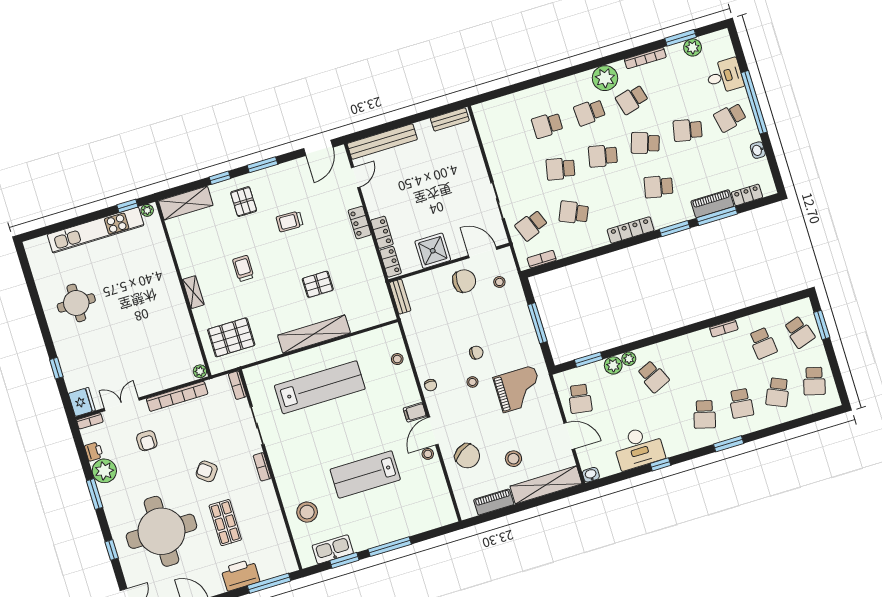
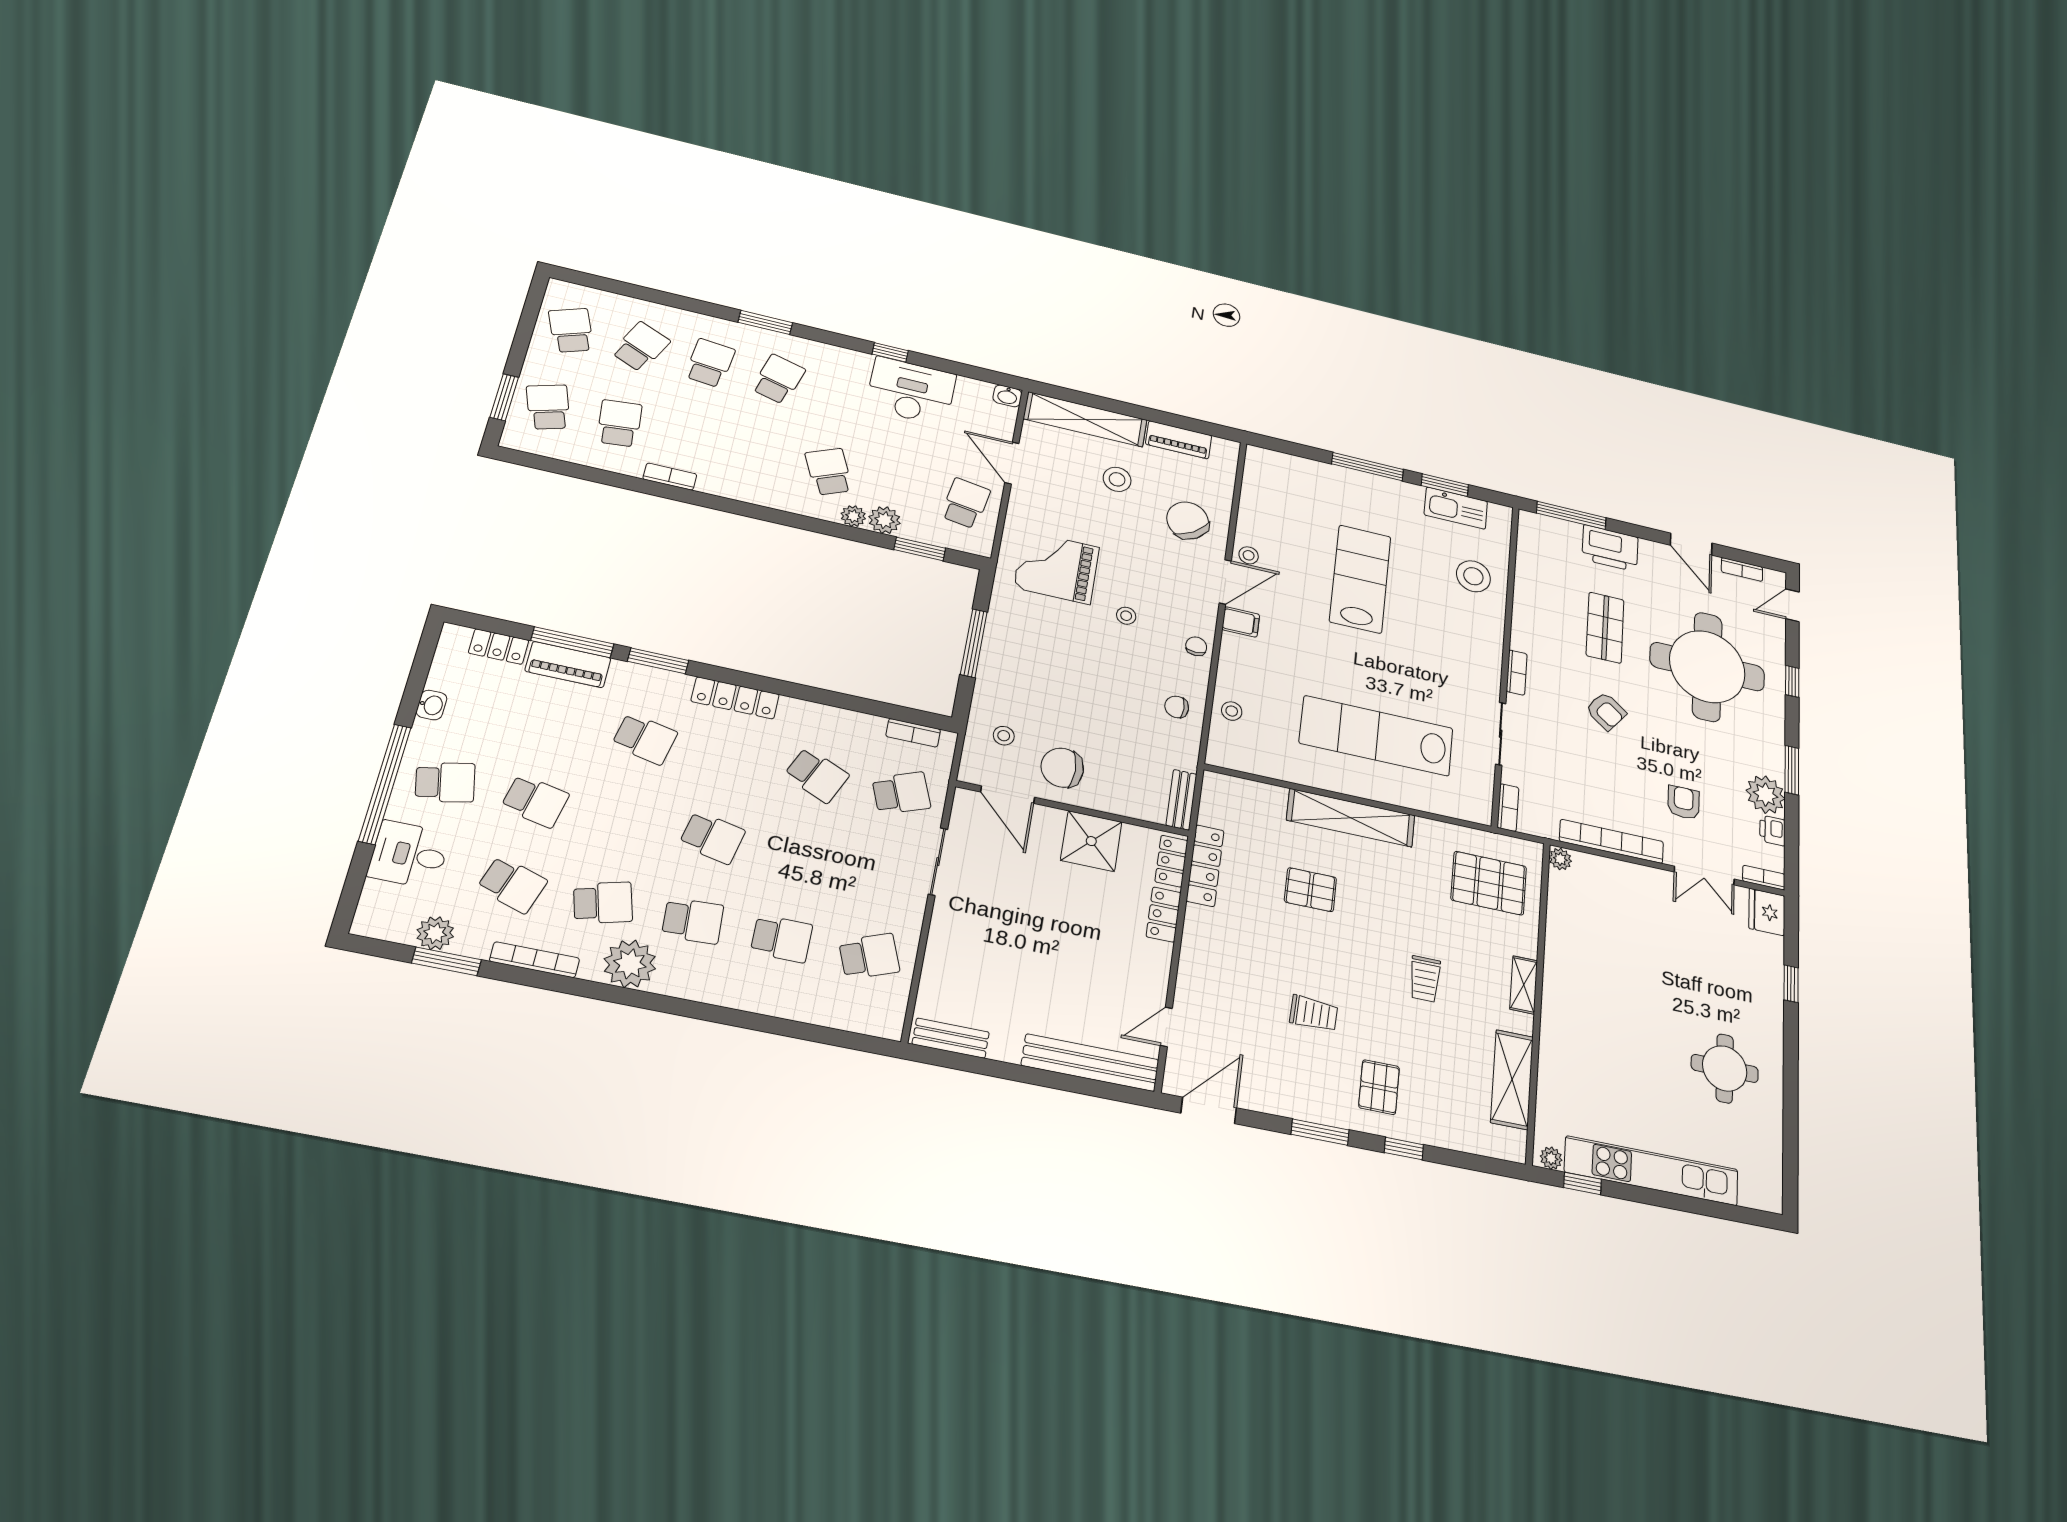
school desk: (645, 143) -> (512, 884), moved
school desk: (561, 169) -> (869, 956), moved, turned -33
shelving: (186, 203) -> (1512, 1079), moved, turned 90
locker: (360, 223) -> (1205, 866), moved, width x1.53
chair: (476, 353) -> (1177, 707), moved
school desk: (814, 381) -> (571, 330), turned -36
lab bench: (365, 474) -> (1360, 579), turned -90

